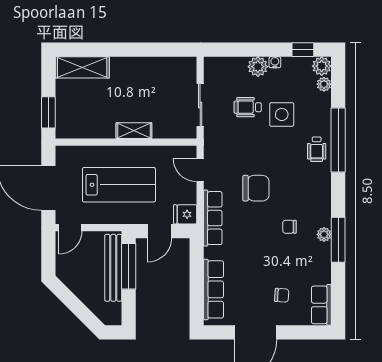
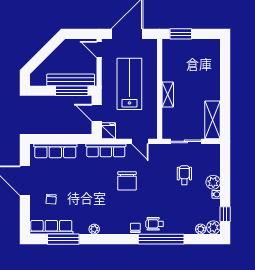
shelving: (82, 67) -> (213, 120), moved
side table: (282, 114) -> (179, 199), removed
door: (200, 170) -> (140, 141), swing flipped
lab bench: (119, 185) -> (129, 84), turned 180
chair: (289, 227) -> (135, 228), moved
window: (338, 240) -> (63, 239), moved
row of seats: (321, 305) -> (51, 227), width x1.48

